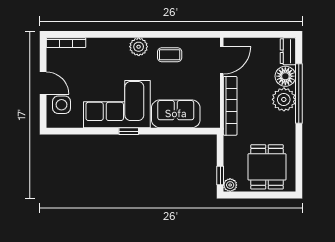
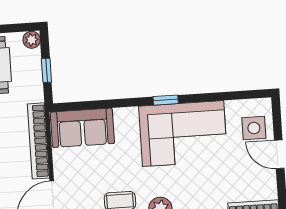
sofa: (176, 114) -> (82, 128), moved
window: (220, 176) -> (46, 70), moved

